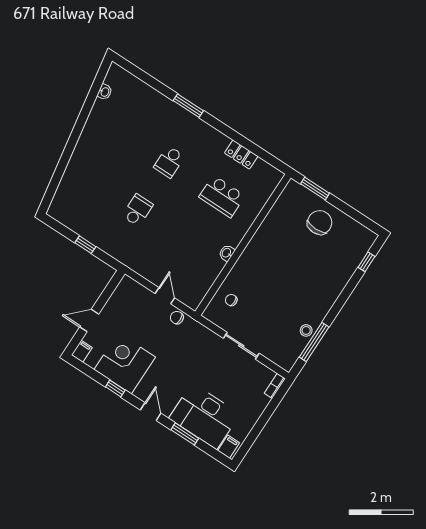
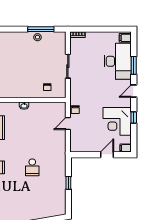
school desk: (138, 210) -> (32, 167), turned -90
door: (89, 321) -> (107, 155), swing flipped

